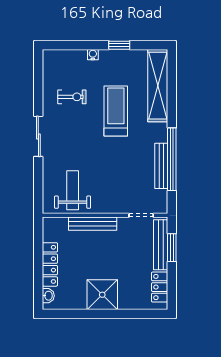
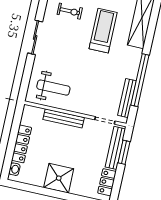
bench: (161, 166) -> (127, 98), moved
weight bench: (73, 190) -> (53, 88), turned 90

